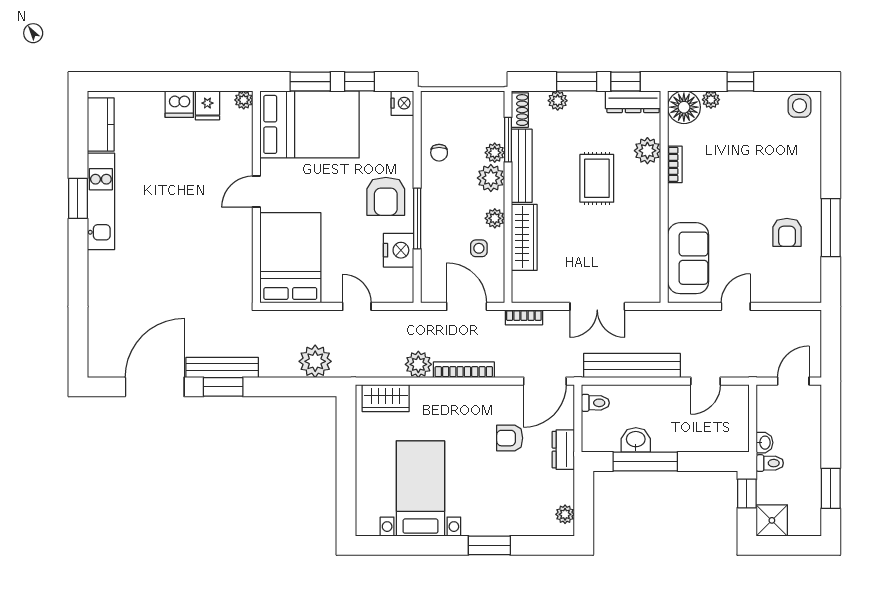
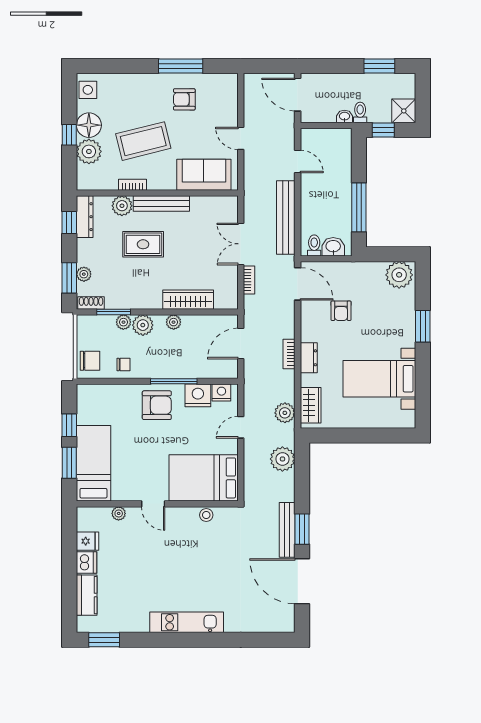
window: (577, 82) -> (69, 278), moved
plant: (244, 100) -> (119, 513), moved
plant: (711, 100) -> (89, 151), width x1.88, depth x1.88
nightstand: (402, 103) -> (221, 393), moved
floor lamp: (684, 107) -> (89, 125), moved
chair: (444, 109) -> (90, 361), added
bed: (309, 124) -> (93, 463), width x0.67
kitchen counter: (101, 125) -> (87, 595), moved, turned 90
bench: (522, 166) -> (161, 203), moved
coffee table: (732, 179) -> (143, 141), added
window: (78, 198) -> (104, 640), moved
kitchen unit: (101, 201) -> (187, 622), moved
armchair: (787, 232) -> (184, 99), turned 180
side table: (479, 248) -> (196, 334), removed
stool: (242, 261) -> (206, 515), added
double door: (597, 306) -> (241, 244), swing flipped
bookcase: (524, 317) -> (249, 280), moved
plant: (418, 364) -> (285, 413), moved
bookcase: (464, 370) -> (289, 354), width x0.64
door: (793, 381) -> (298, 95), width x1.38
washbasin: (636, 440) -> (333, 247), moved, turned 90
dresser: (563, 450) -> (309, 358), moved, turned -90
plant: (565, 514) -> (399, 275), width x1.88, depth x1.88

